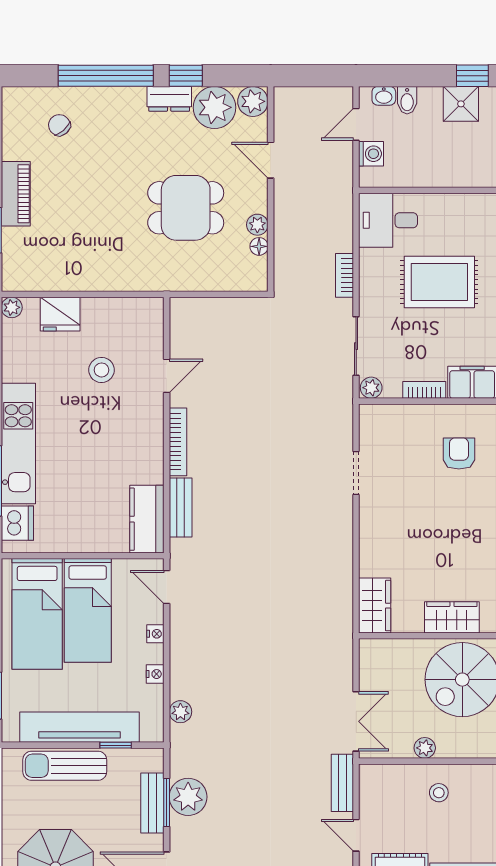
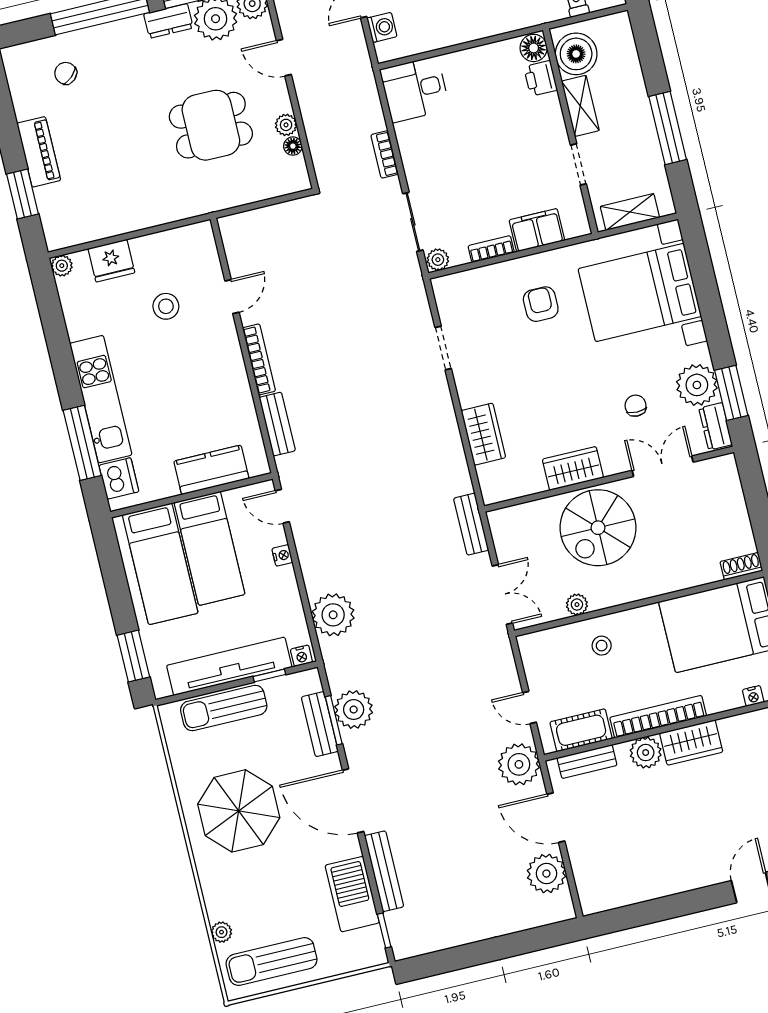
rug: (439, 282) -> (480, 138), removed
kitchen counter: (147, 519) -> (211, 470), moved, turned 90
wardrobe: (375, 606) -> (483, 434), moved
nightstand: (155, 674) -> (301, 656), moved, turned 90
plant: (180, 712) -> (333, 615), width x1.87, depth x1.87
bench: (342, 783) -> (471, 524), moved

